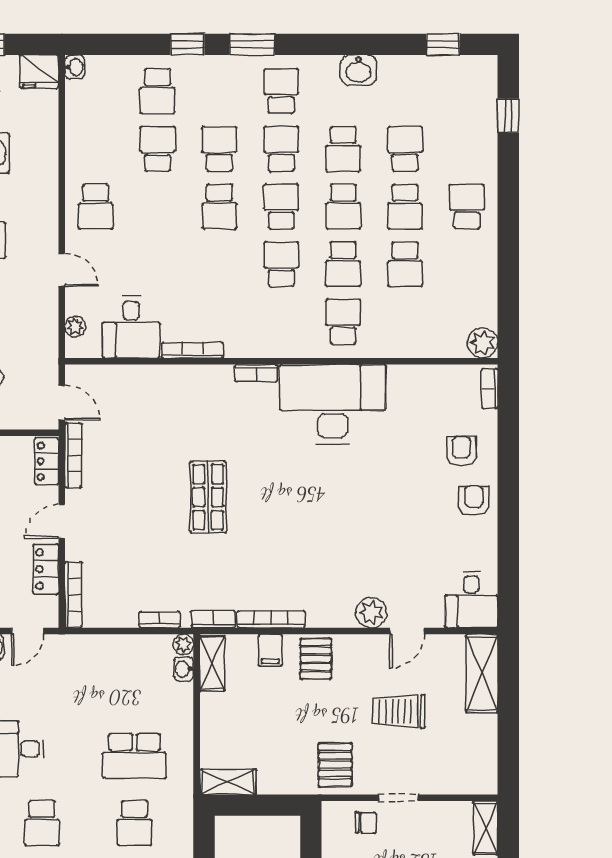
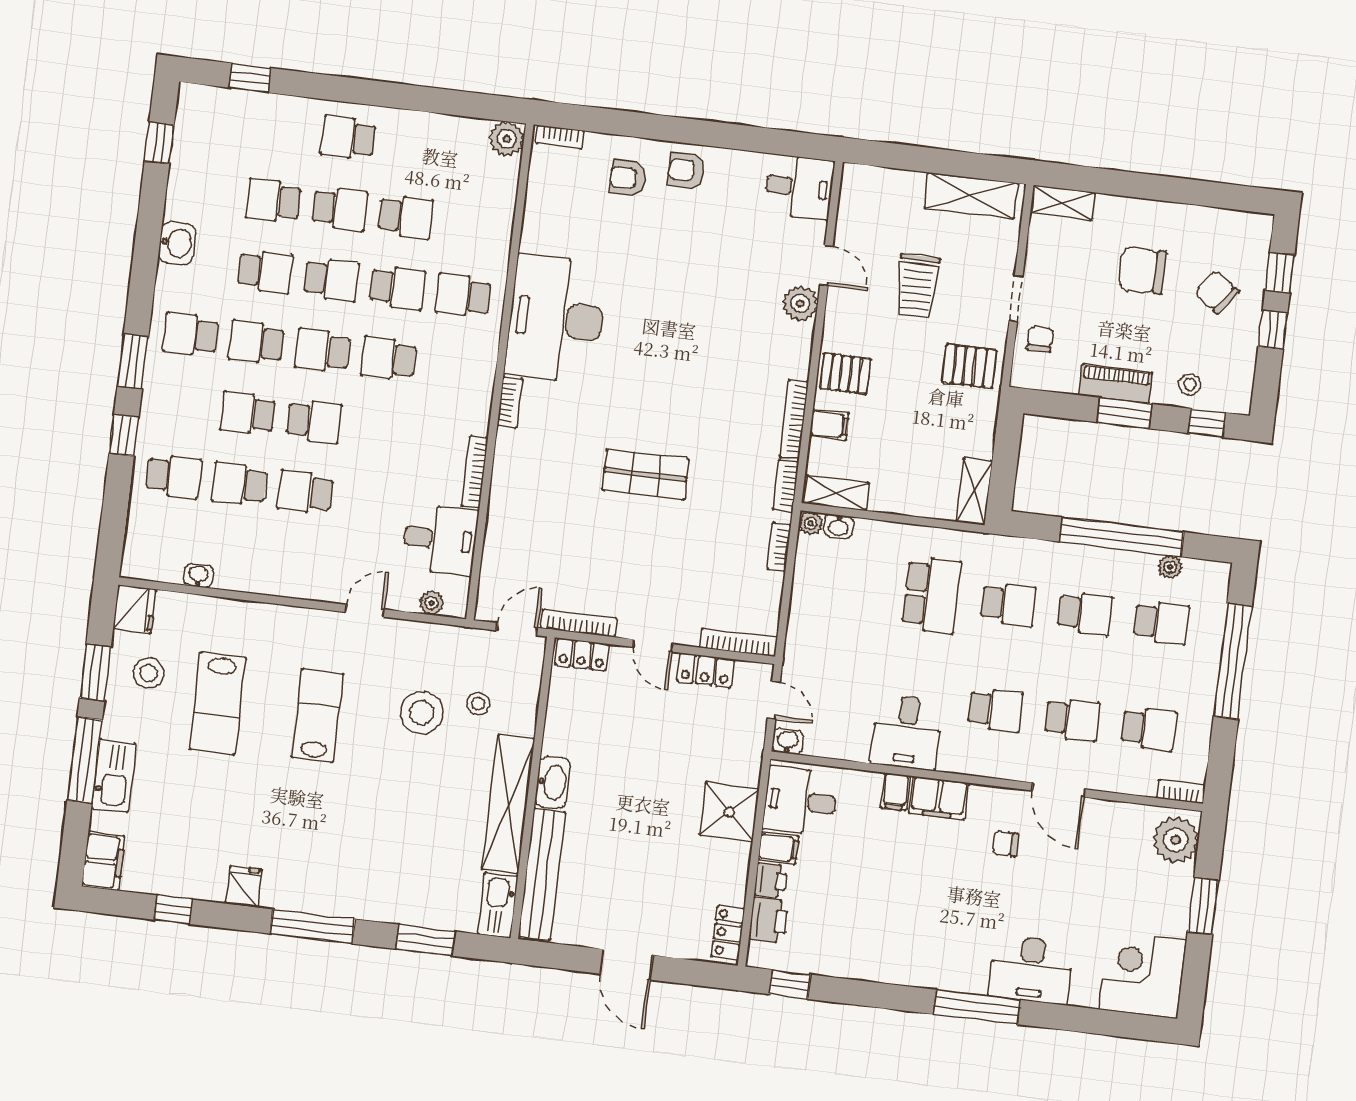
washbasin: (75, 67) -> (199, 576), moved
school desk: (96, 207) -> (305, 492), moved, turned 180
shelving: (482, 673) -> (971, 196), moved

